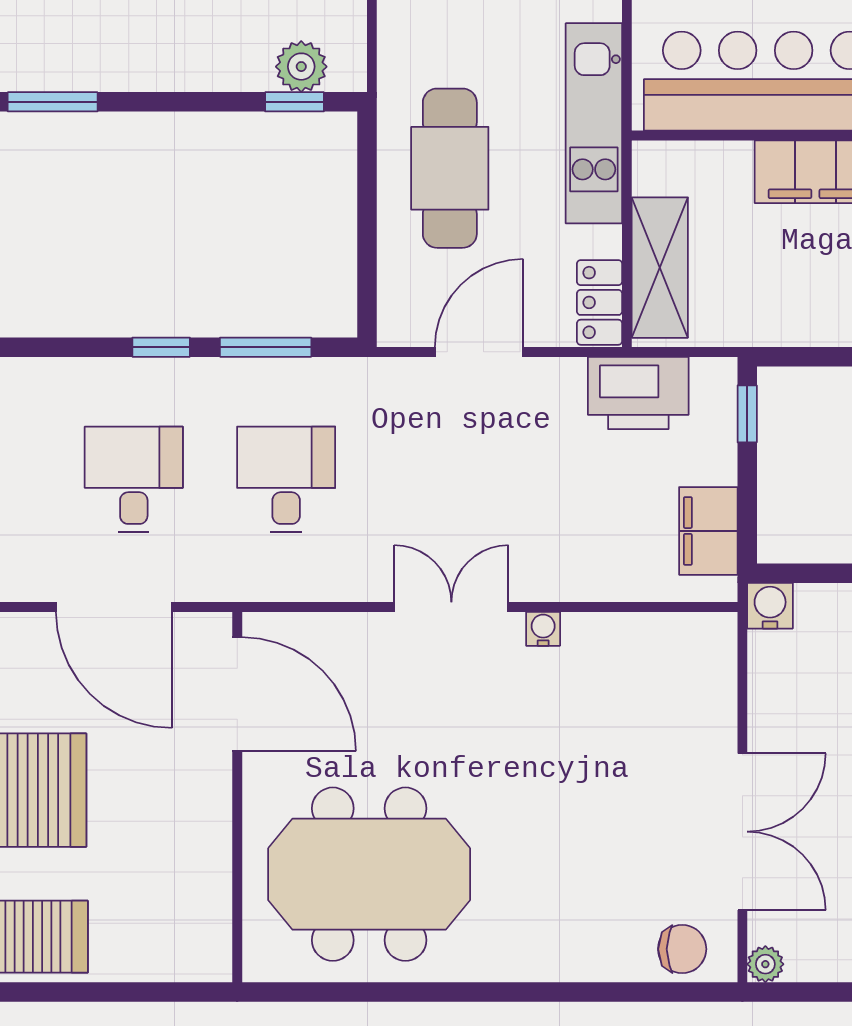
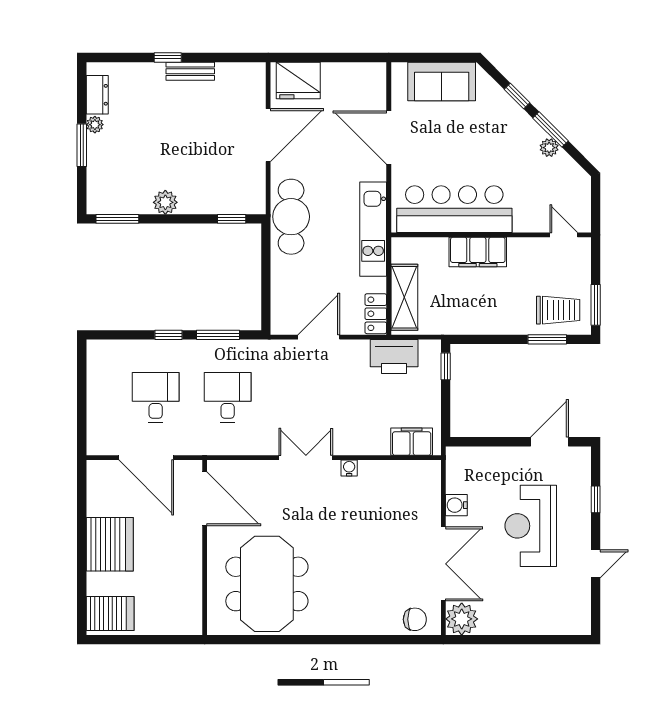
plant: (301, 67) -> (165, 202), moved
cafe table: (450, 168) -> (291, 217), moved
filing cabinet: (708, 531) -> (412, 442), moved, turned 90
water cooler: (770, 606) -> (456, 505), moved, turned -90
meeting table: (369, 874) -> (267, 584), turned 90
plant: (765, 964) -> (462, 619), width x1.88, depth x1.88

